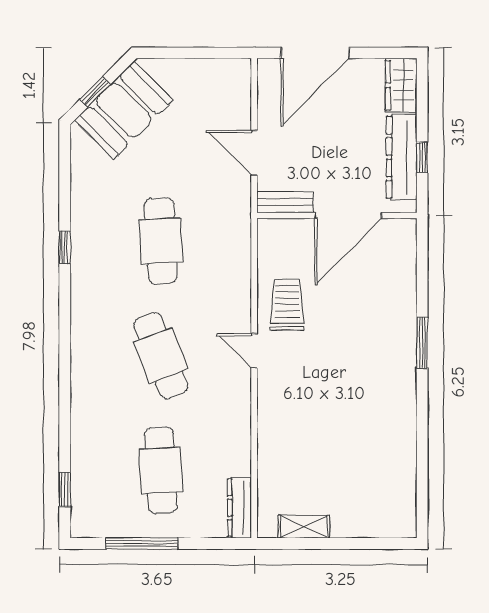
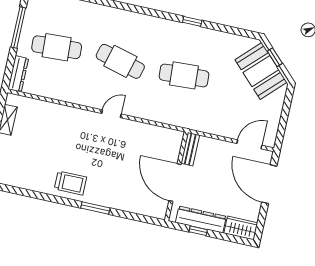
door: (254, 153) -> (249, 144), moved
trolley: (287, 305) -> (70, 183), moved
cafe table: (161, 356) -> (120, 61), turned 36
dresser: (240, 508) -> (18, 74), moved, turned 90

